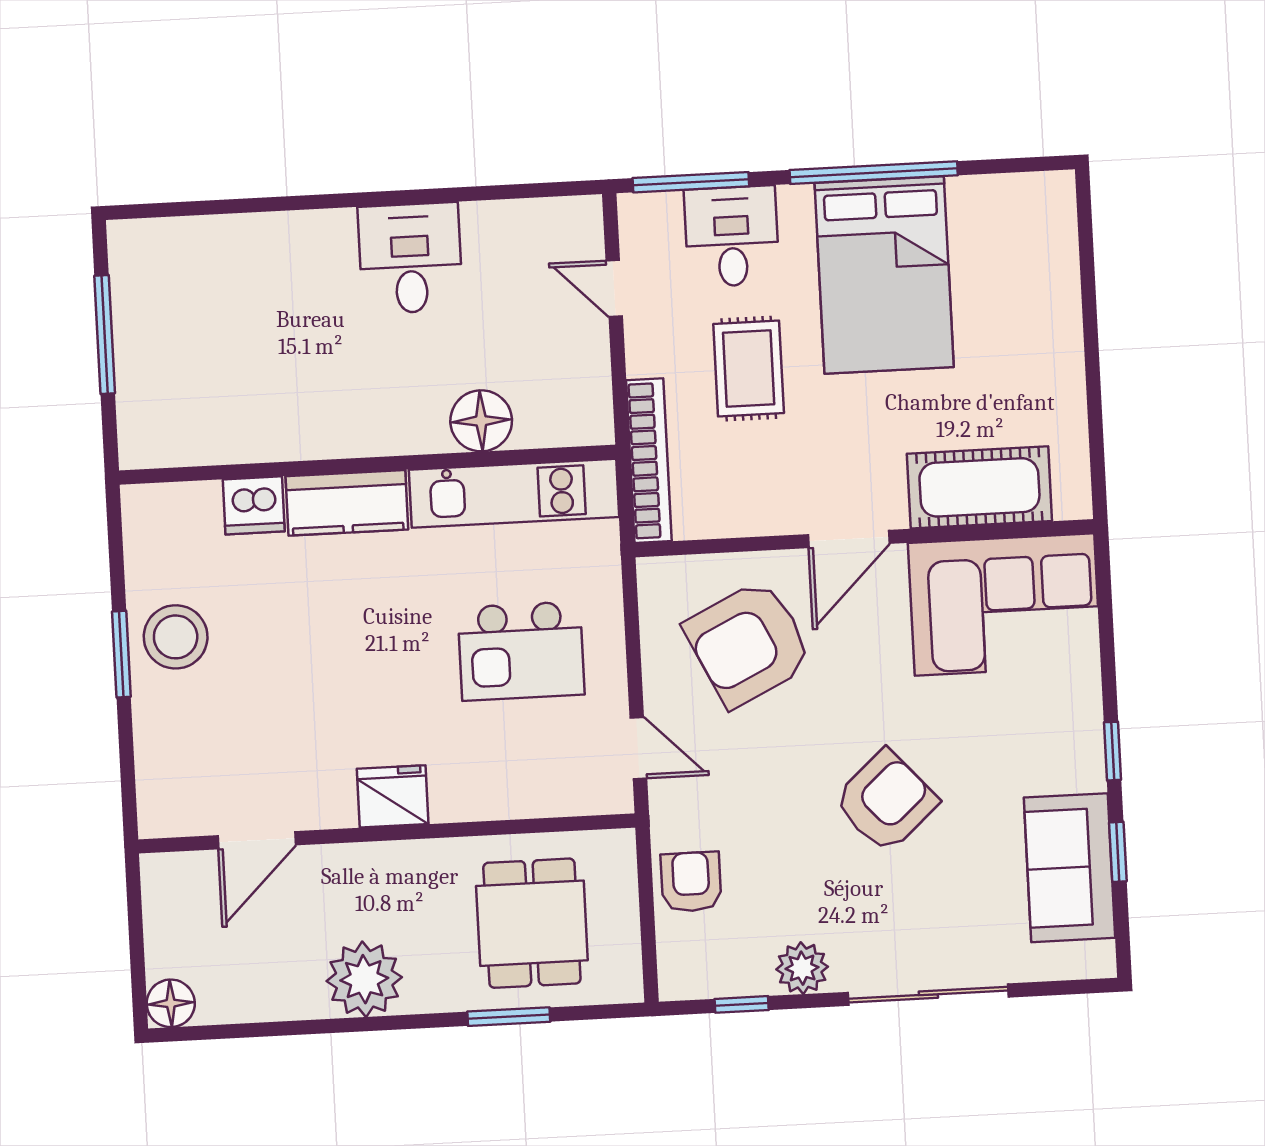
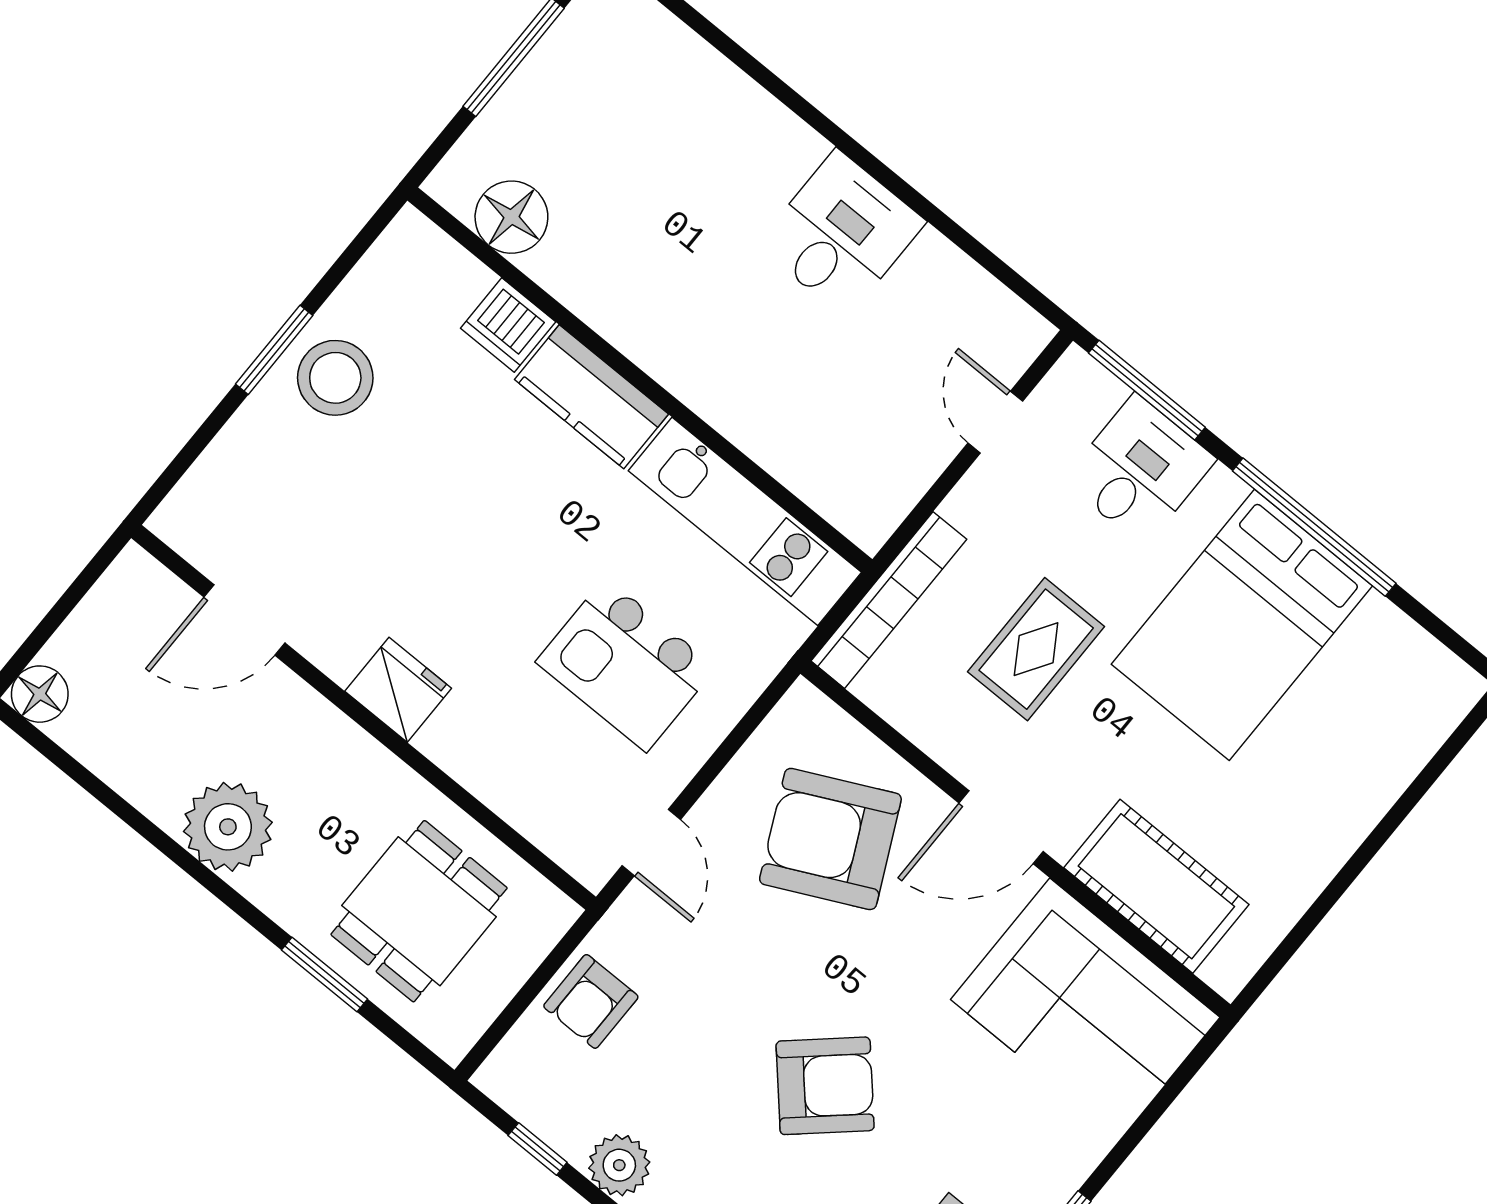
rug: (749, 369) -> (1036, 649), moved
floor lamp: (481, 421) -> (511, 217), moved
armchair: (691, 882) -> (591, 1001), turned 180

